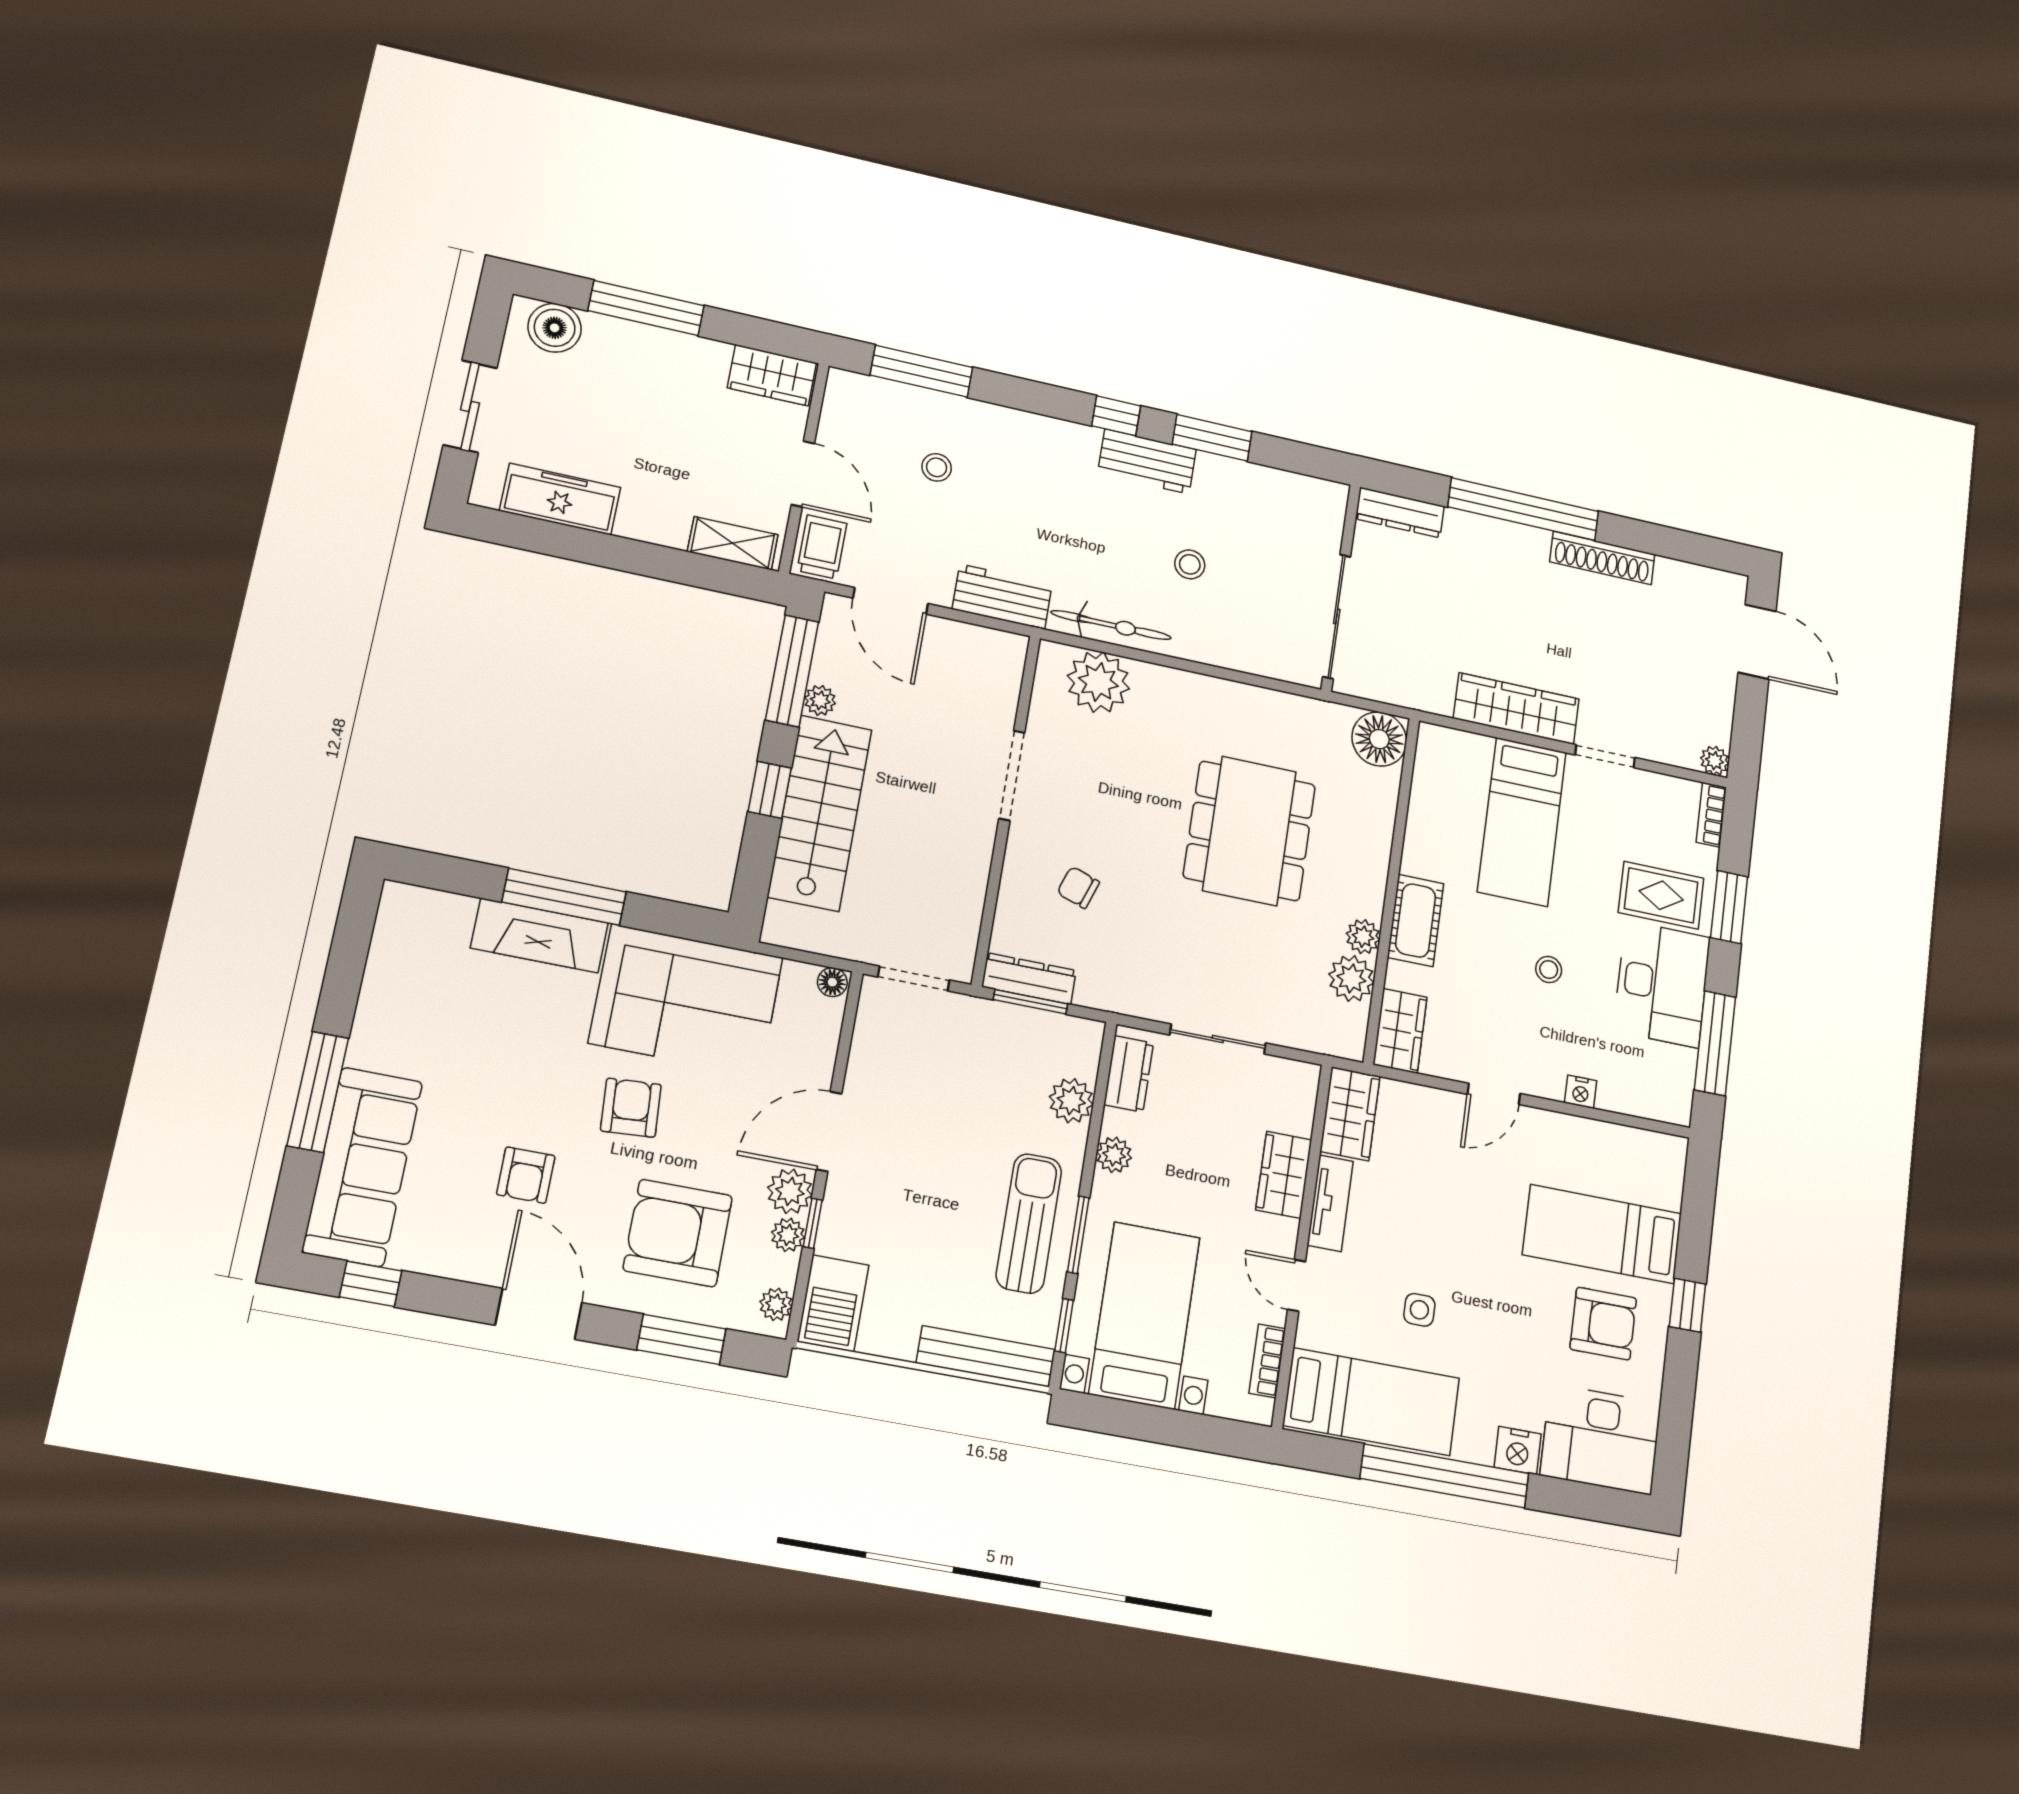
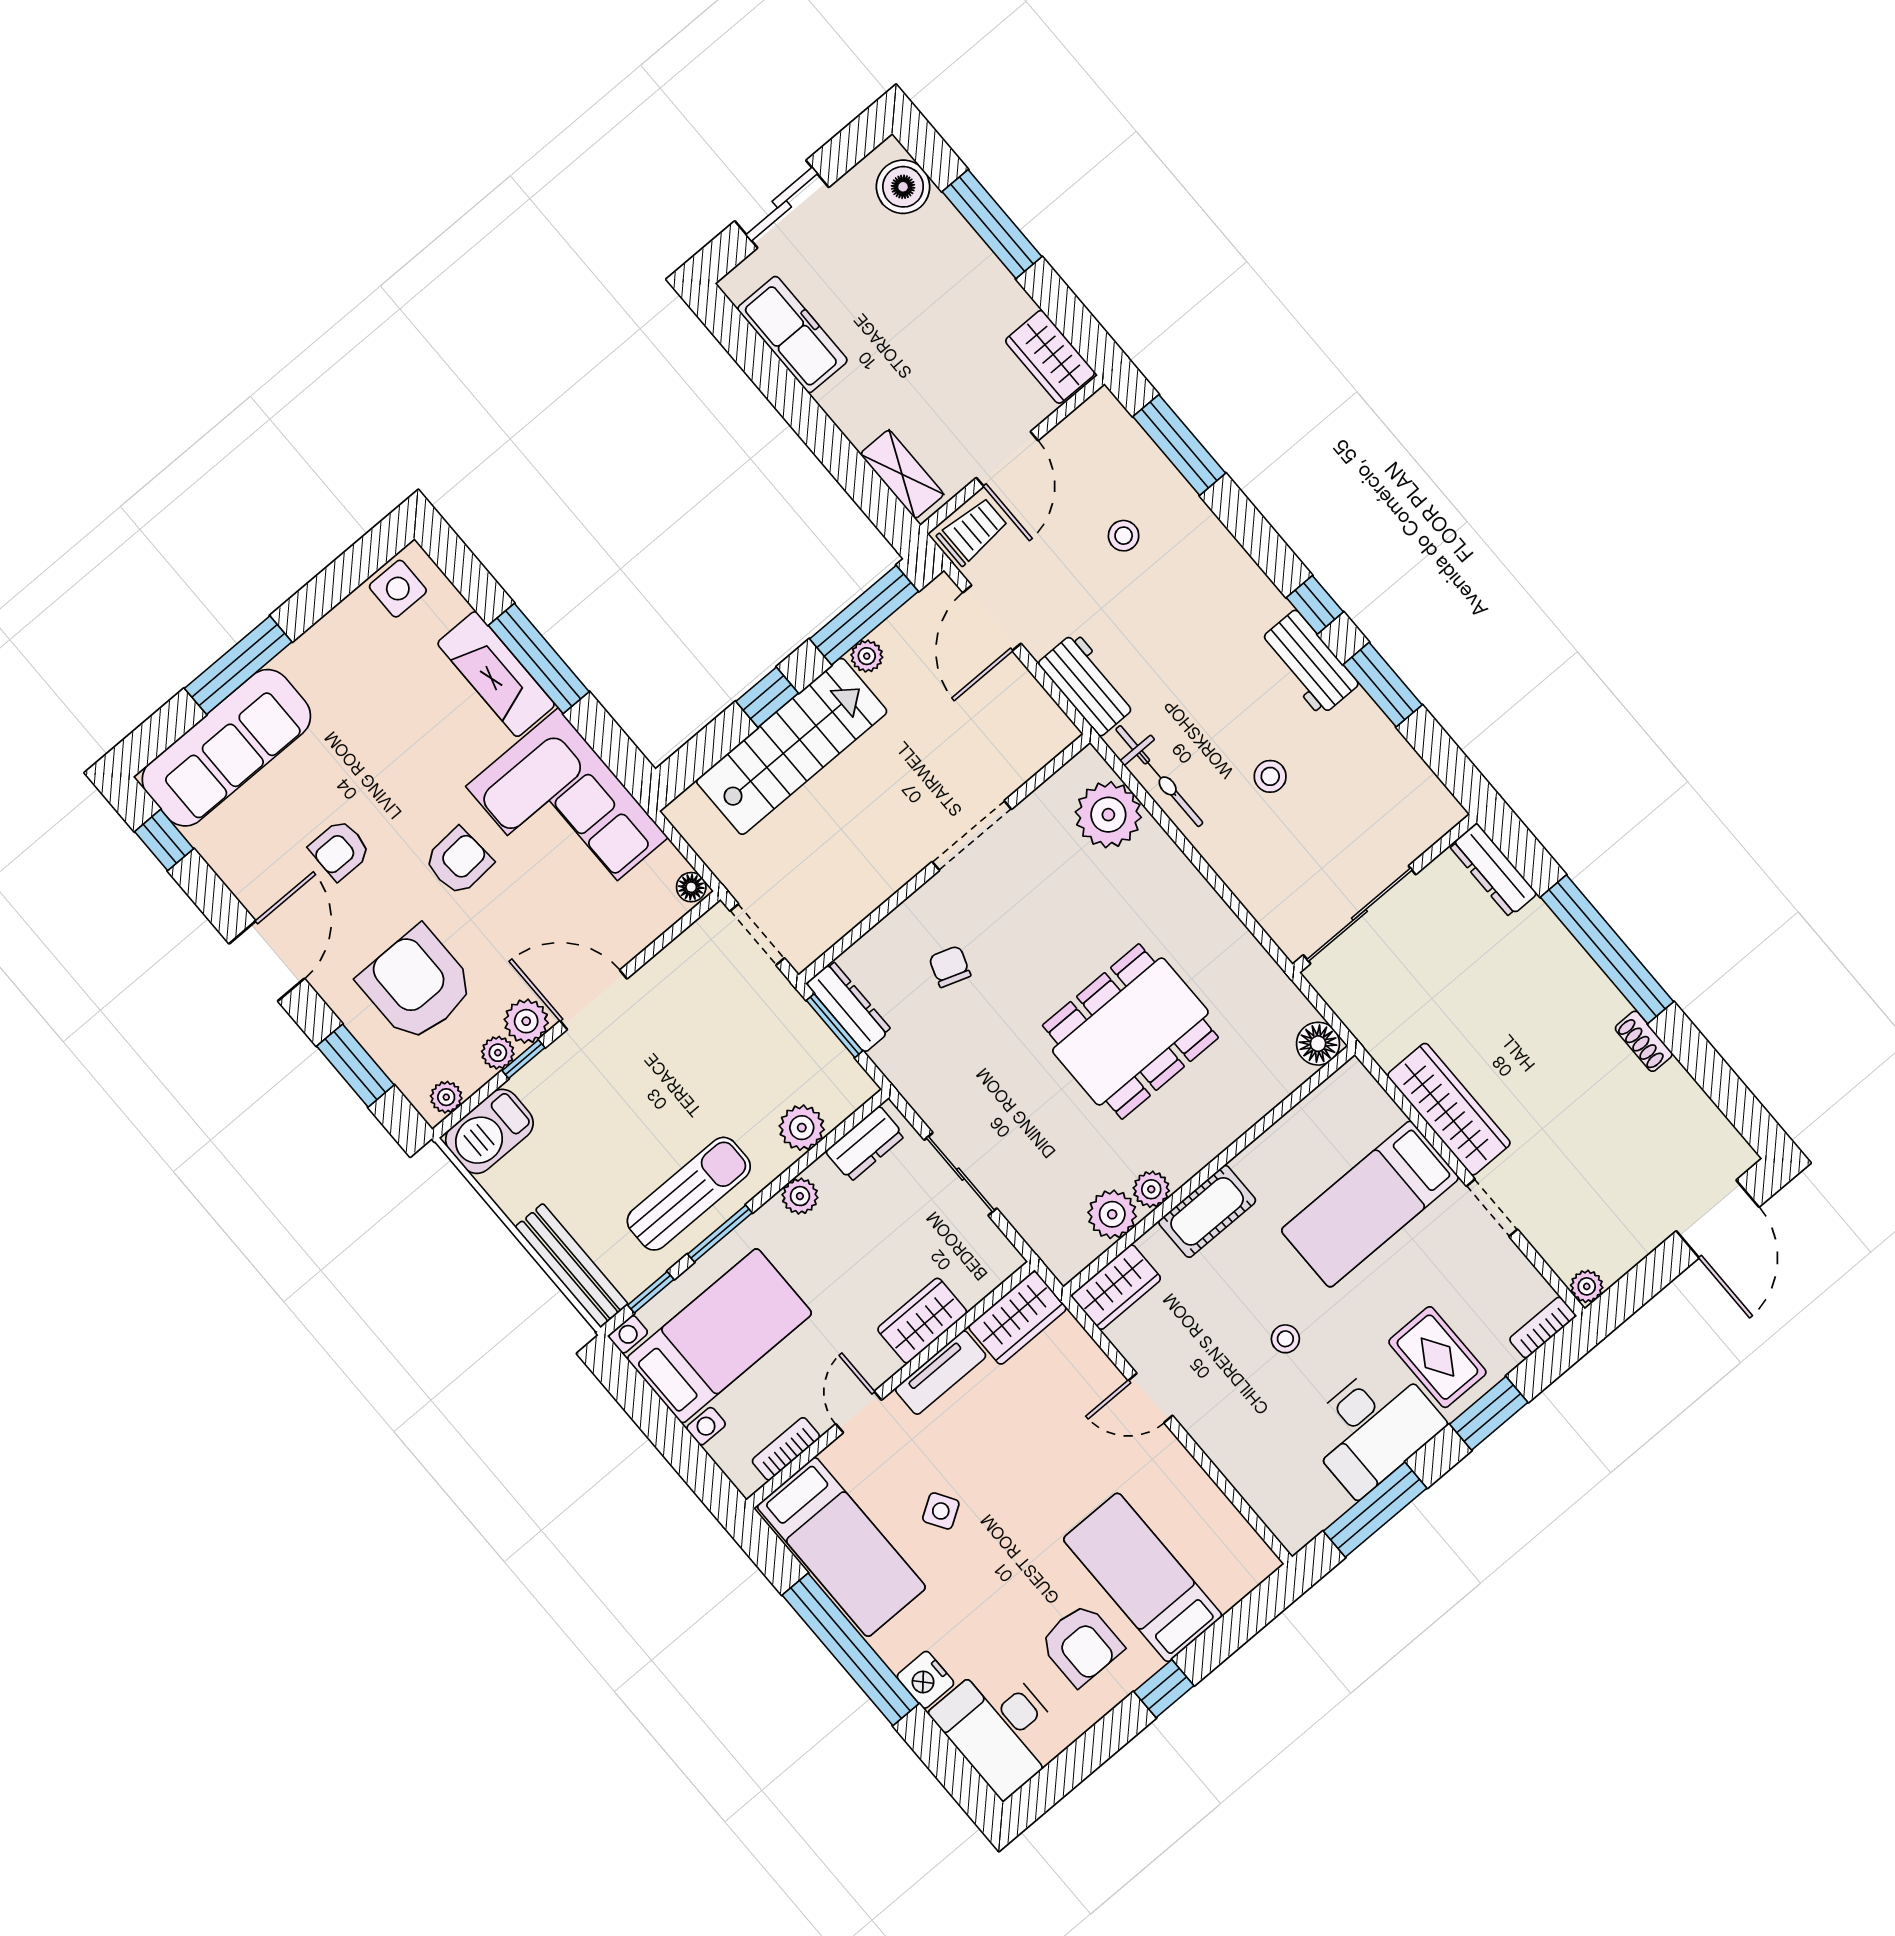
shoe rack: (1602, 558) -> (1644, 1041), width x0.51, depth x0.81
floor lamp: (1379, 739) -> (1318, 1044), width x0.73, depth x0.73
side table: (403, 929) -> (398, 589), added
nightstand: (1581, 1092) -> (1225, 1455), removed
side table: (1419, 1310) -> (941, 1511), turned -32

